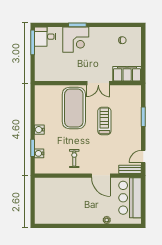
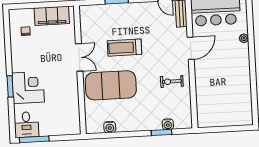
filing cabinet: (127, 74) -> (52, 16), moved, turned -90
water cooler: (39, 130) -> (110, 127), moved

